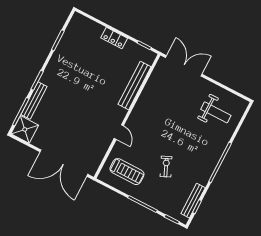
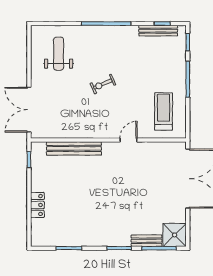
locker: (114, 38) -> (37, 205), moved
bench: (34, 101) -> (147, 241), width x0.73
exercise bike: (166, 167) -> (103, 84), moved

